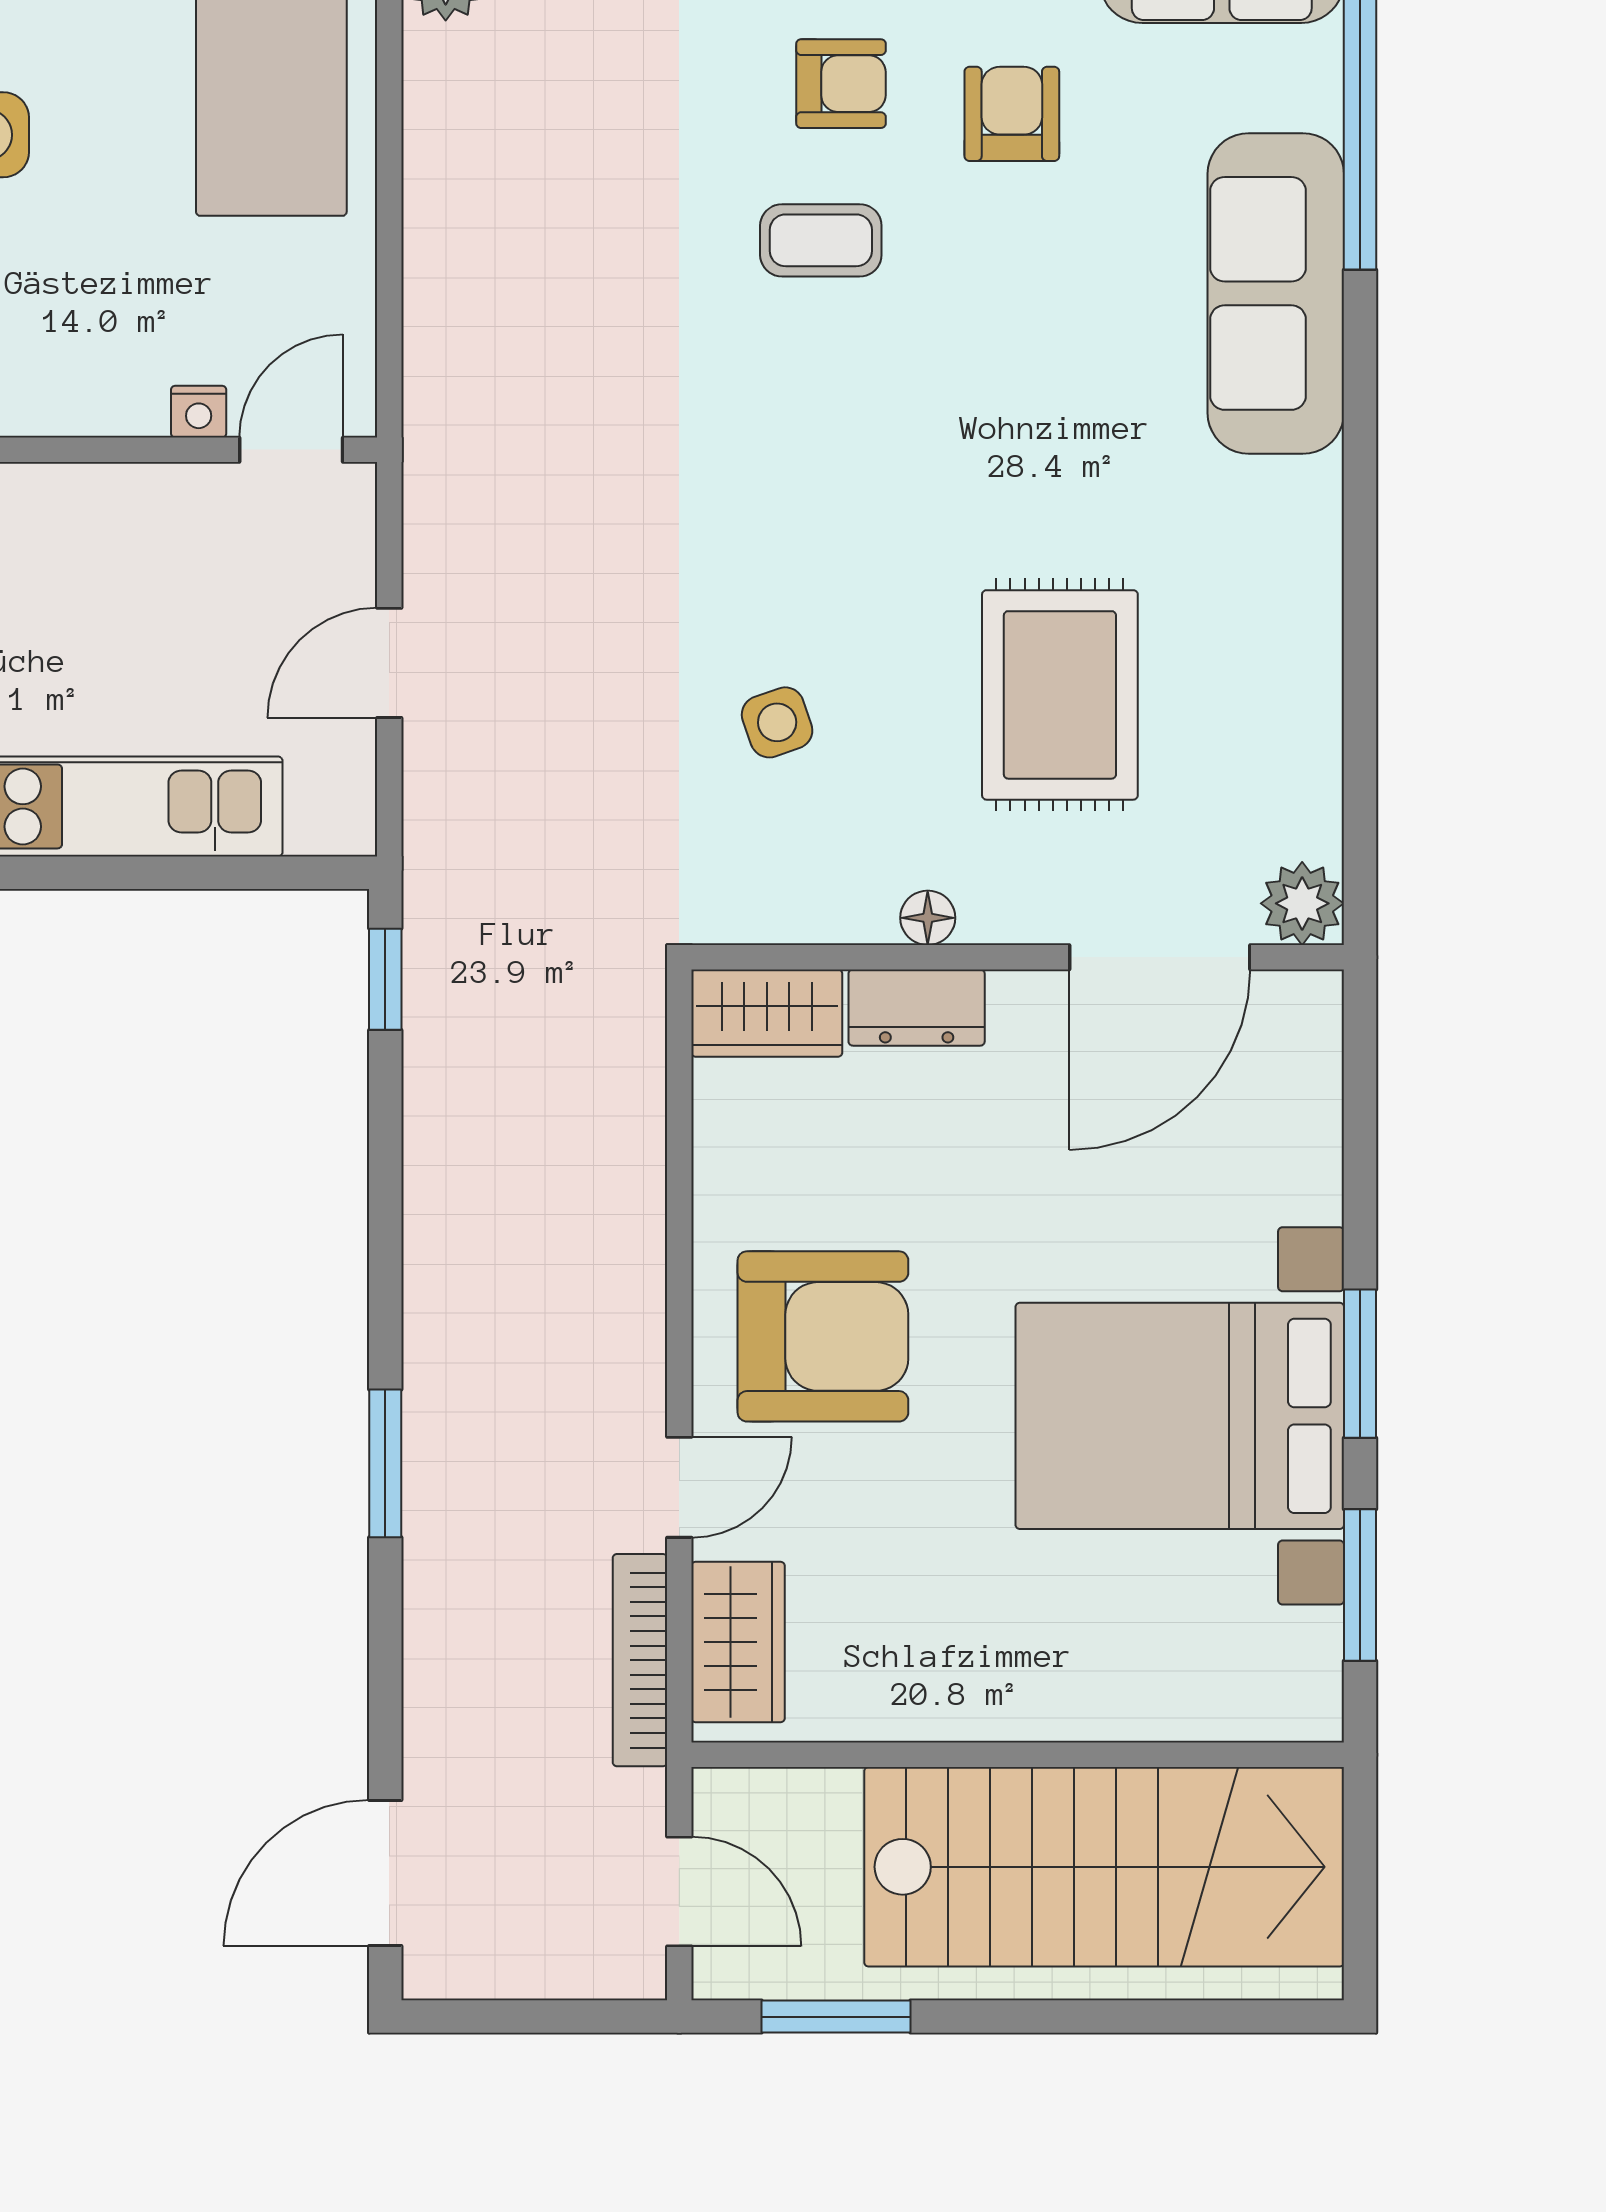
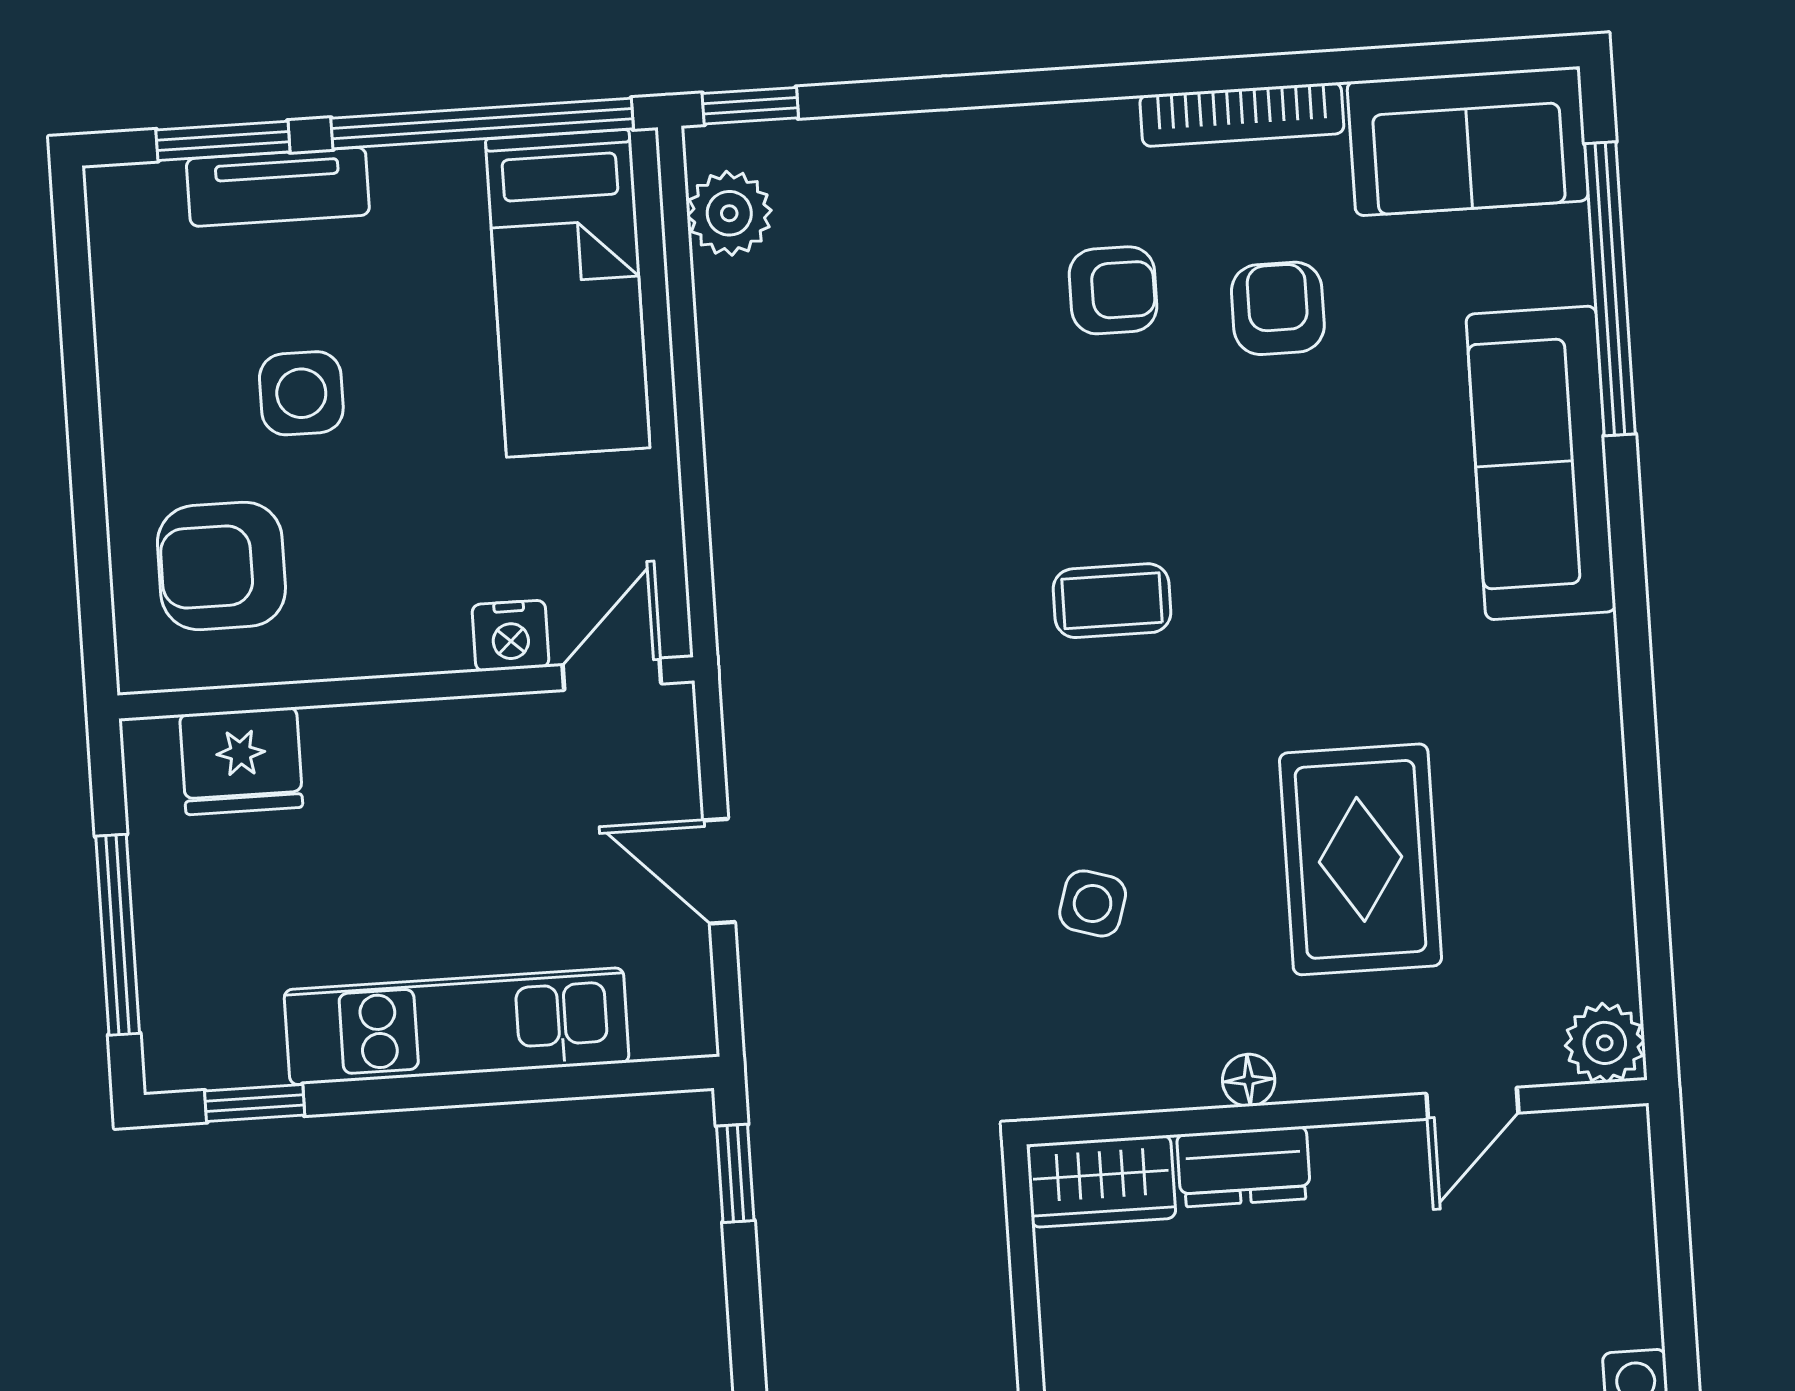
coffee table: (821, 240) -> (1112, 601), moved
nightstand: (199, 412) -> (511, 636), width x1.39, depth x1.35
door: (389, 663) -> (719, 871), hinge flipped
side table: (777, 722) -> (1093, 903), turned 36
door: (1160, 957) -> (1472, 1103), width x0.53

